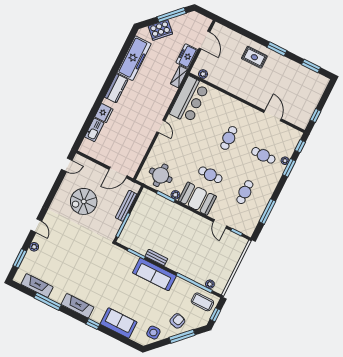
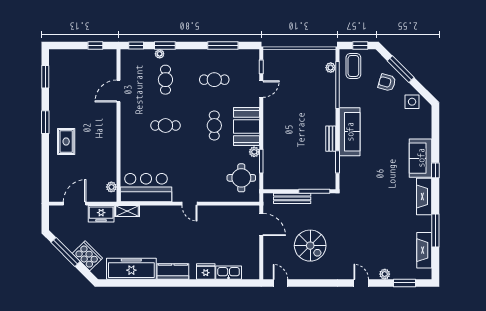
door: (161, 126) -> (189, 204), swing flipped
door: (36, 226) -> (361, 283), hinge flipped
sofa: (119, 323) -> (421, 158), moved

